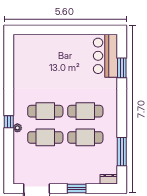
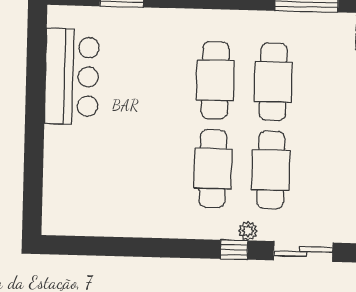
bar counter: (105, 56) -> (72, 76), moved, turned -90
sliding door: (9, 153) -> (303, 252), added

